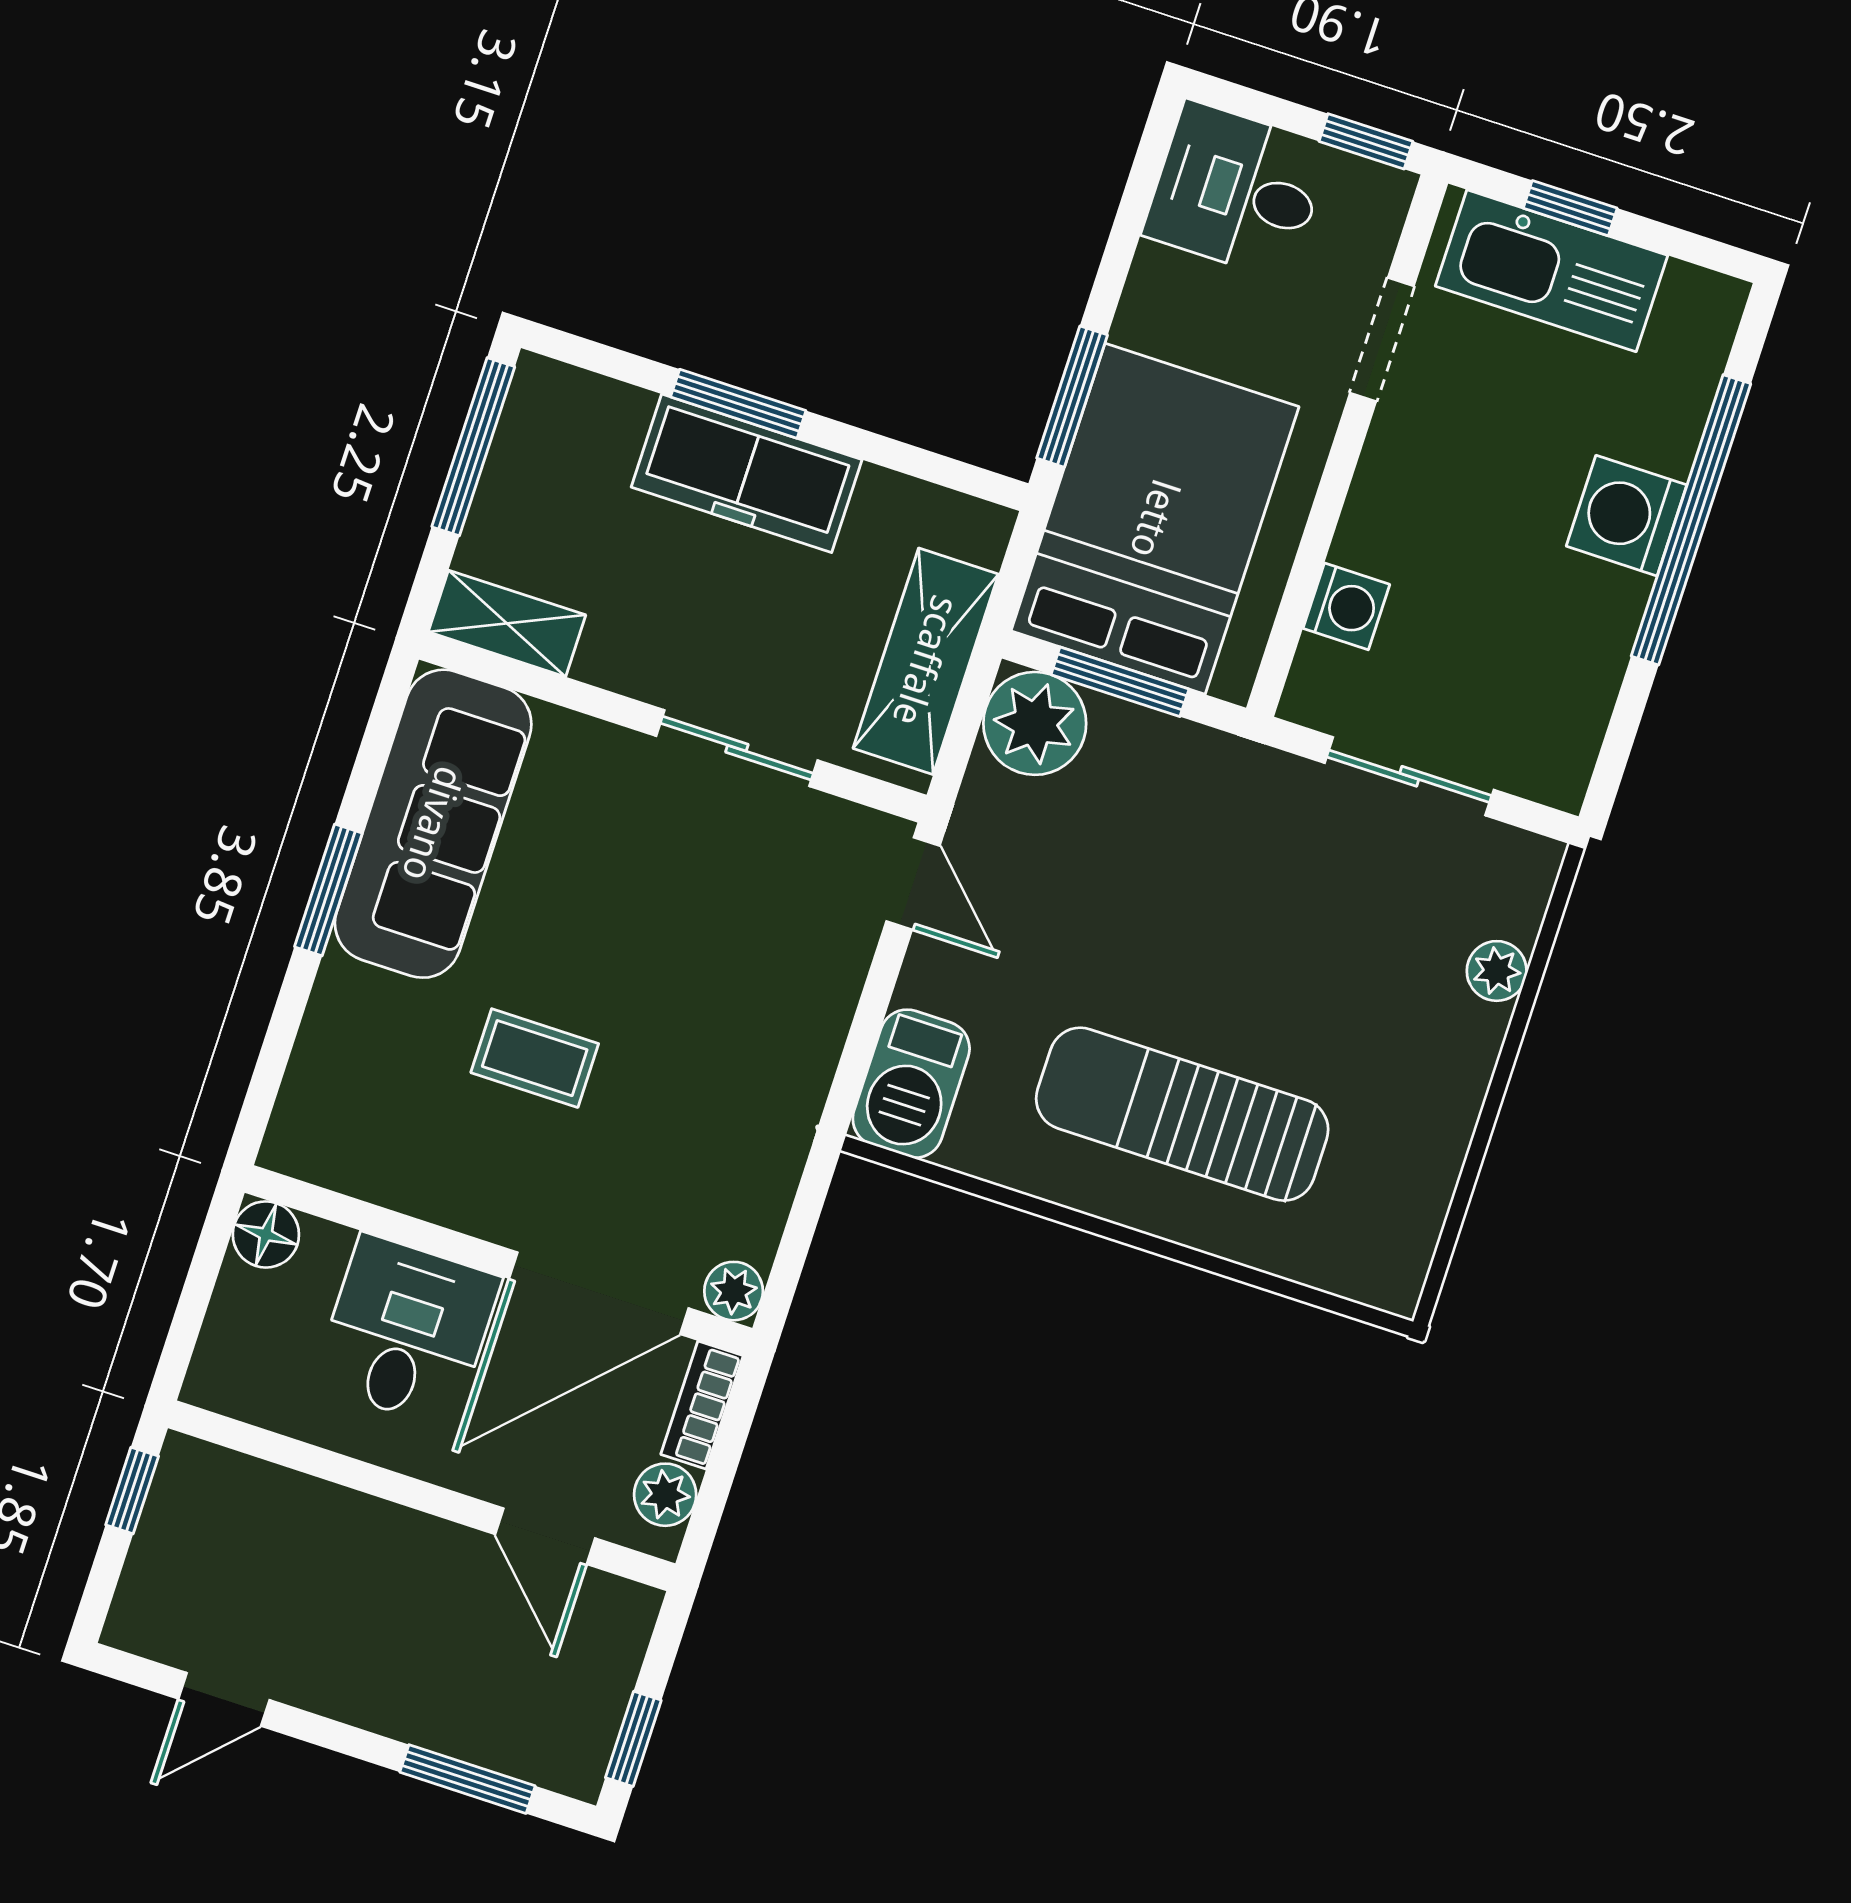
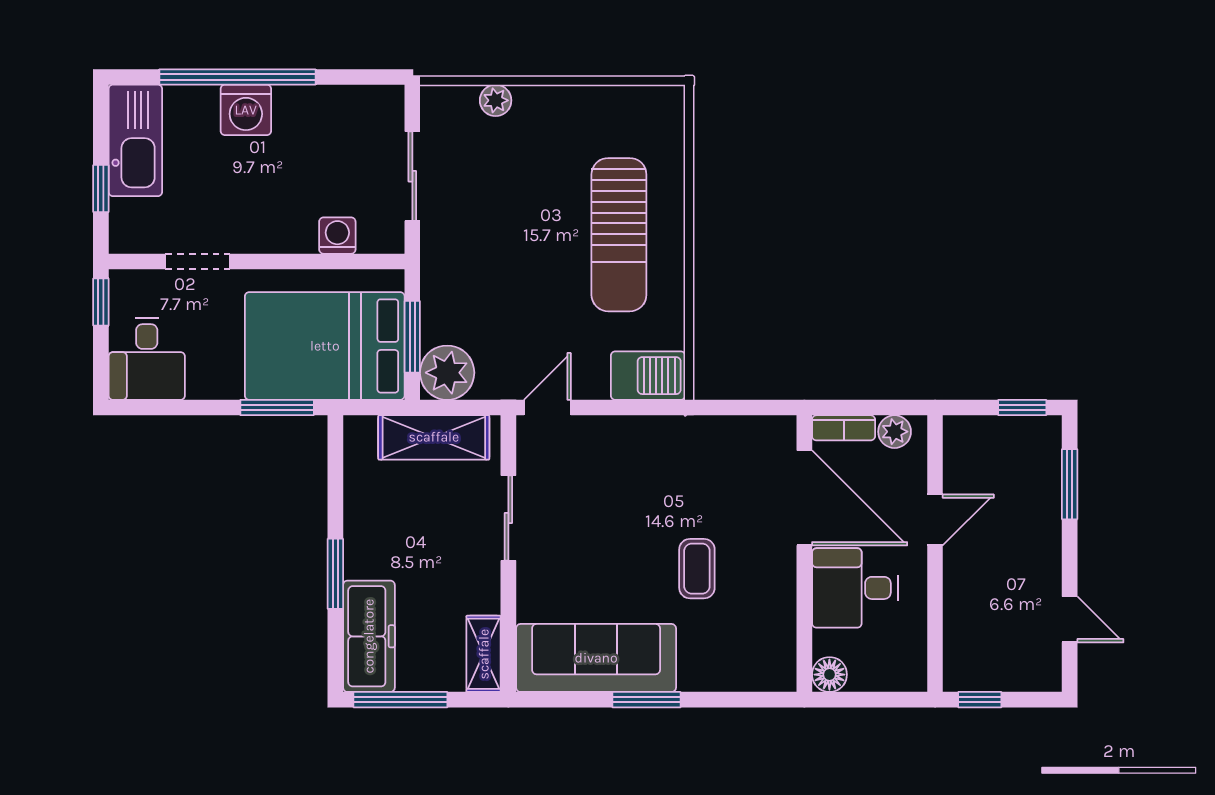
kitchen sink: (1552, 271) -> (135, 140), moved
freezer: (747, 473) -> (369, 636), moved
plant: (734, 1291) -> (781, 431), removed
door: (545, 1536) -> (935, 520), moved

